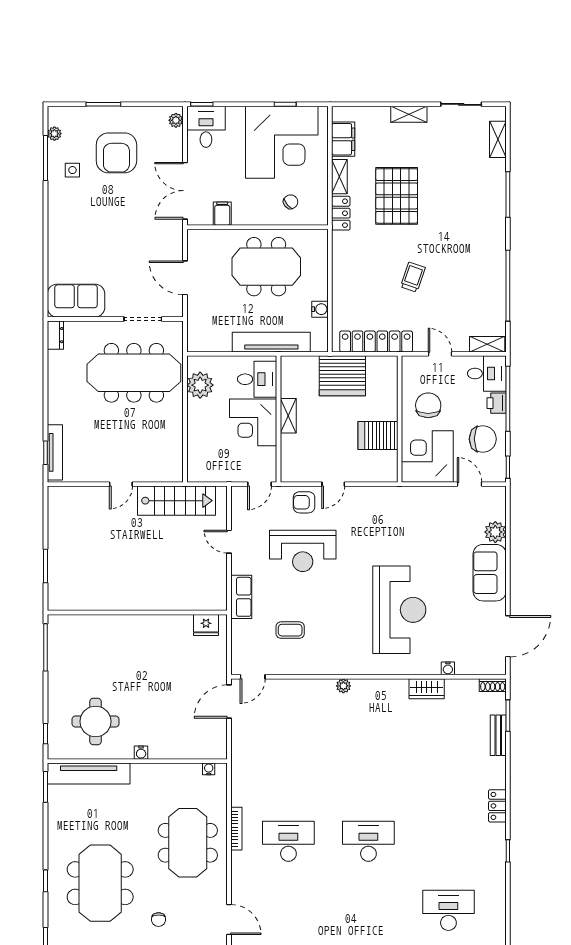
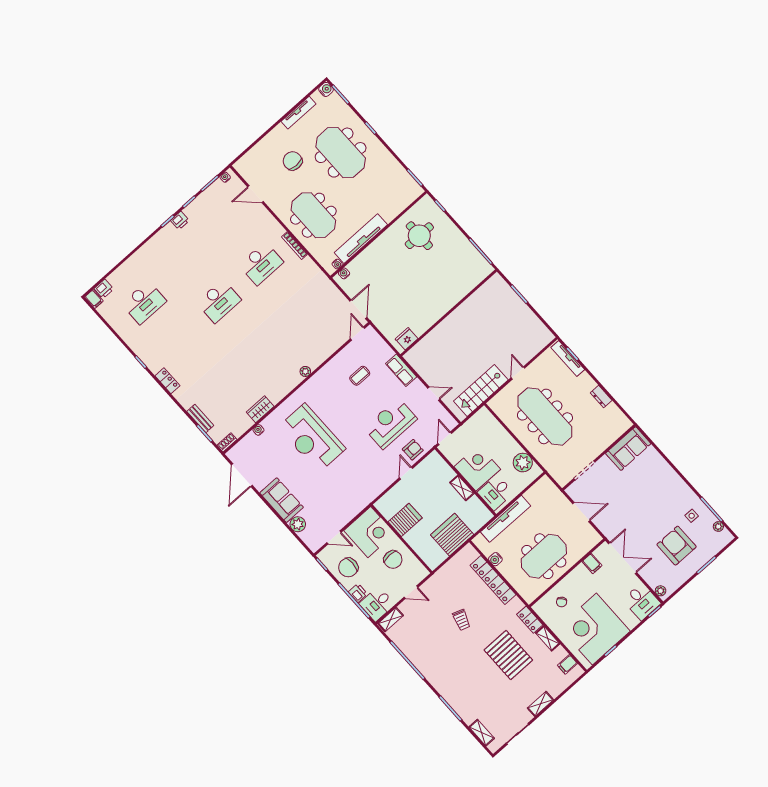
filing cabinet: (343, 139) -> (567, 664), width x0.50
dresser: (55, 335) -> (601, 397), moved
locker: (376, 341) -> (493, 580), moved, turned 90
meeting table: (134, 373) -> (545, 416), moved, turned 90
water cooler: (141, 753) -> (344, 273), moved
tv unit: (89, 774) -> (361, 239), moved
chair: (159, 920) -> (293, 161), width x1.87, depth x1.87

